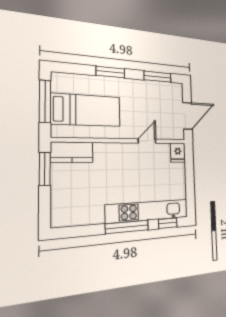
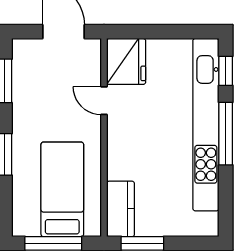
fridge: (178, 153) -> (126, 61), width x1.88, depth x1.34
kitchen unit: (148, 211) -> (206, 125), width x1.36

